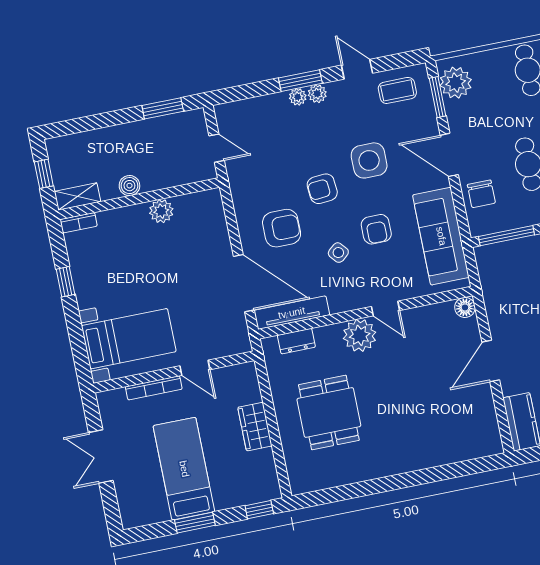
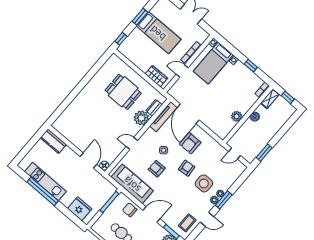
side table: (369, 160) -> (204, 183), moved
door: (244, 283) -> (188, 114), hinge flipped
plant: (360, 335) -> (141, 118), moved
door: (491, 361) -> (88, 161), moved
wardrobe: (255, 427) -> (156, 76), moved

